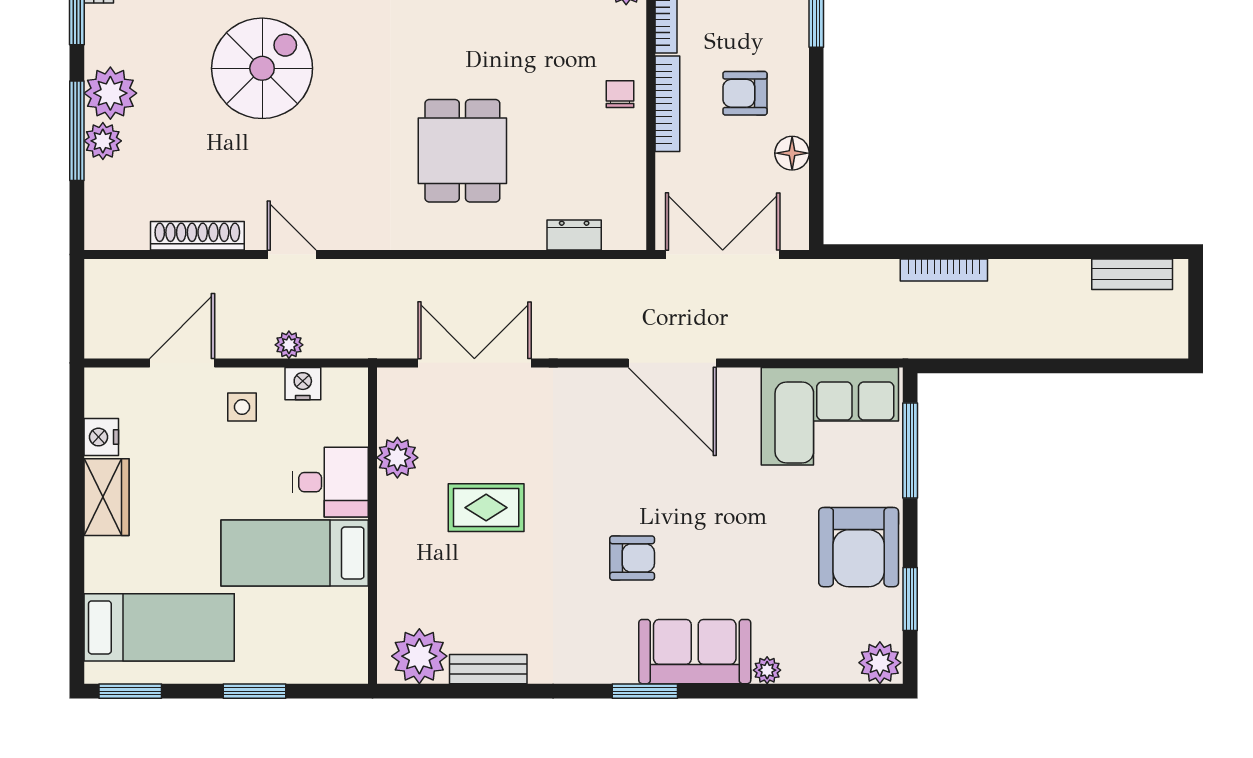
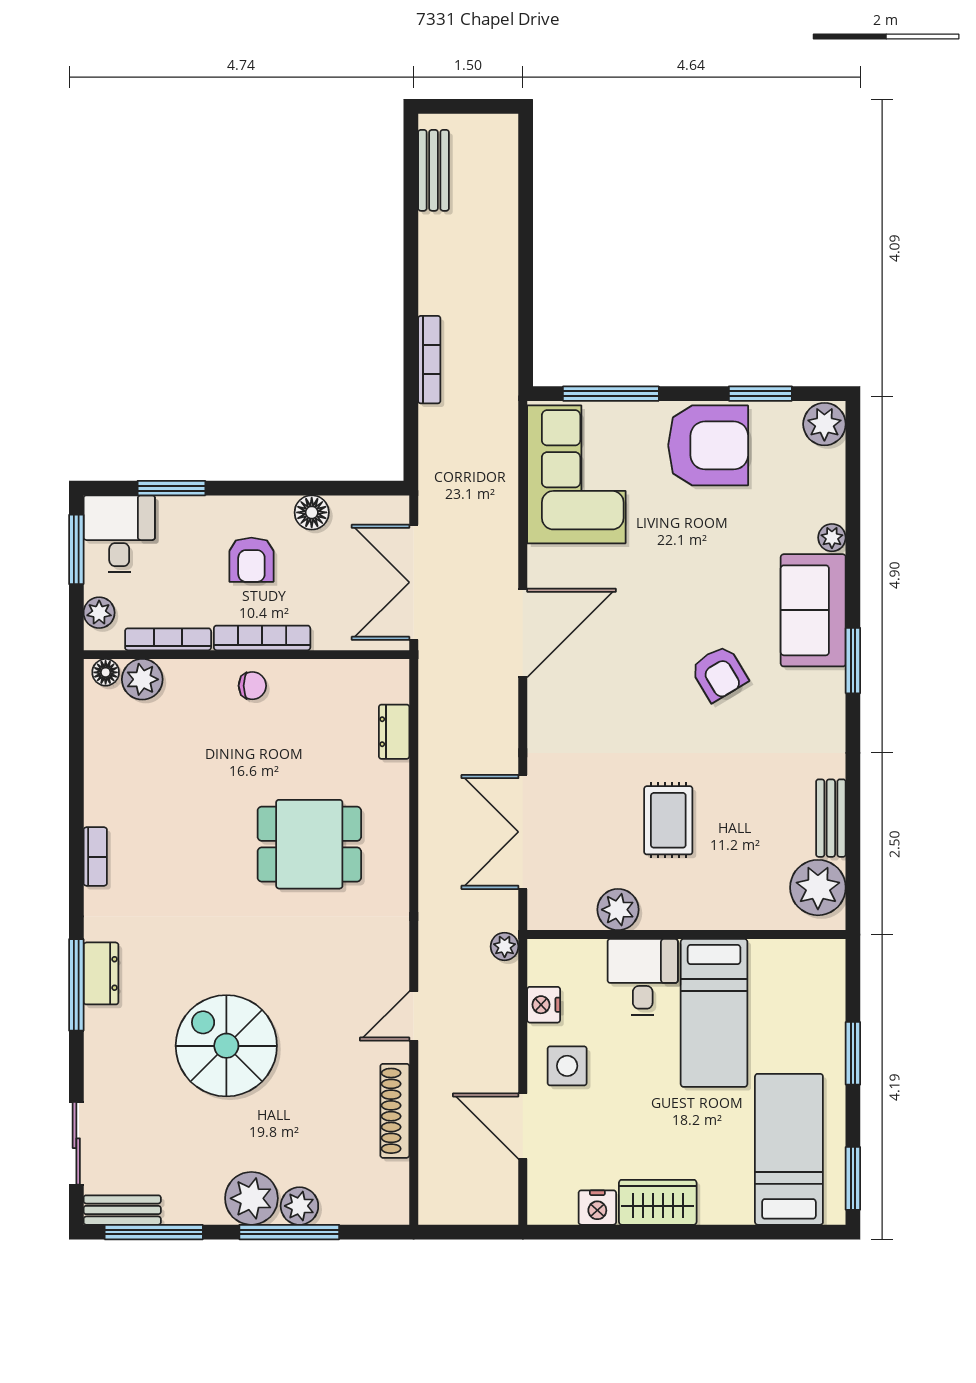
chair: (620, 94) -> (252, 686), turned 180
plant: (289, 345) -> (505, 946), moved
side table: (242, 407) -> (567, 1066), width x1.37, depth x1.37
armchair: (632, 558) -> (719, 673), turned 149

